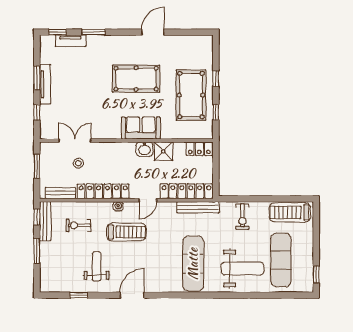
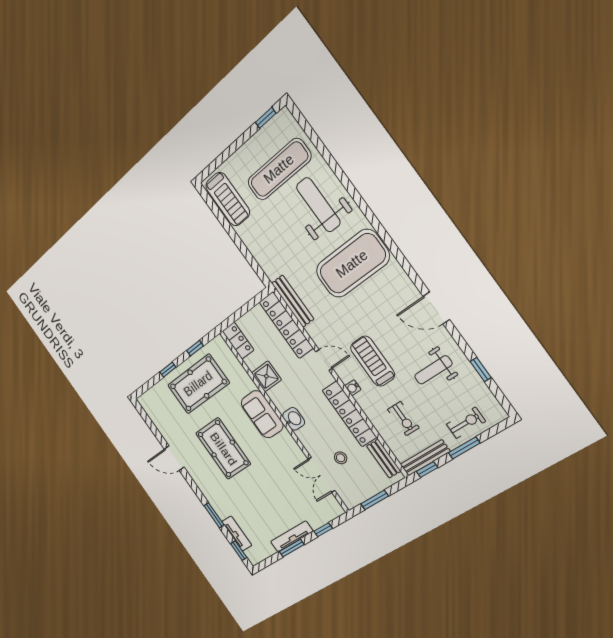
washbasin: (145, 149) -> (294, 419), moved
exercise bike: (242, 216) -> (466, 423), moved
exercise mat: (193, 264) -> (352, 264), width x1.47

